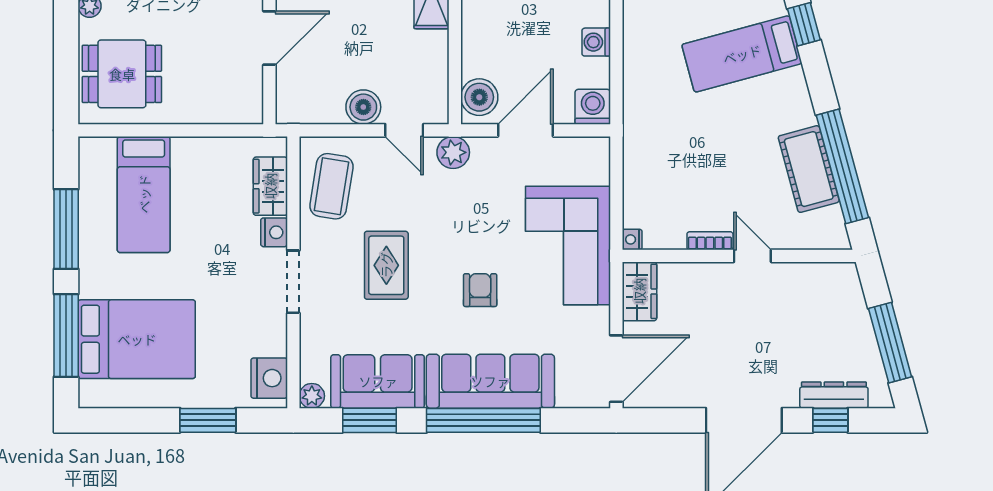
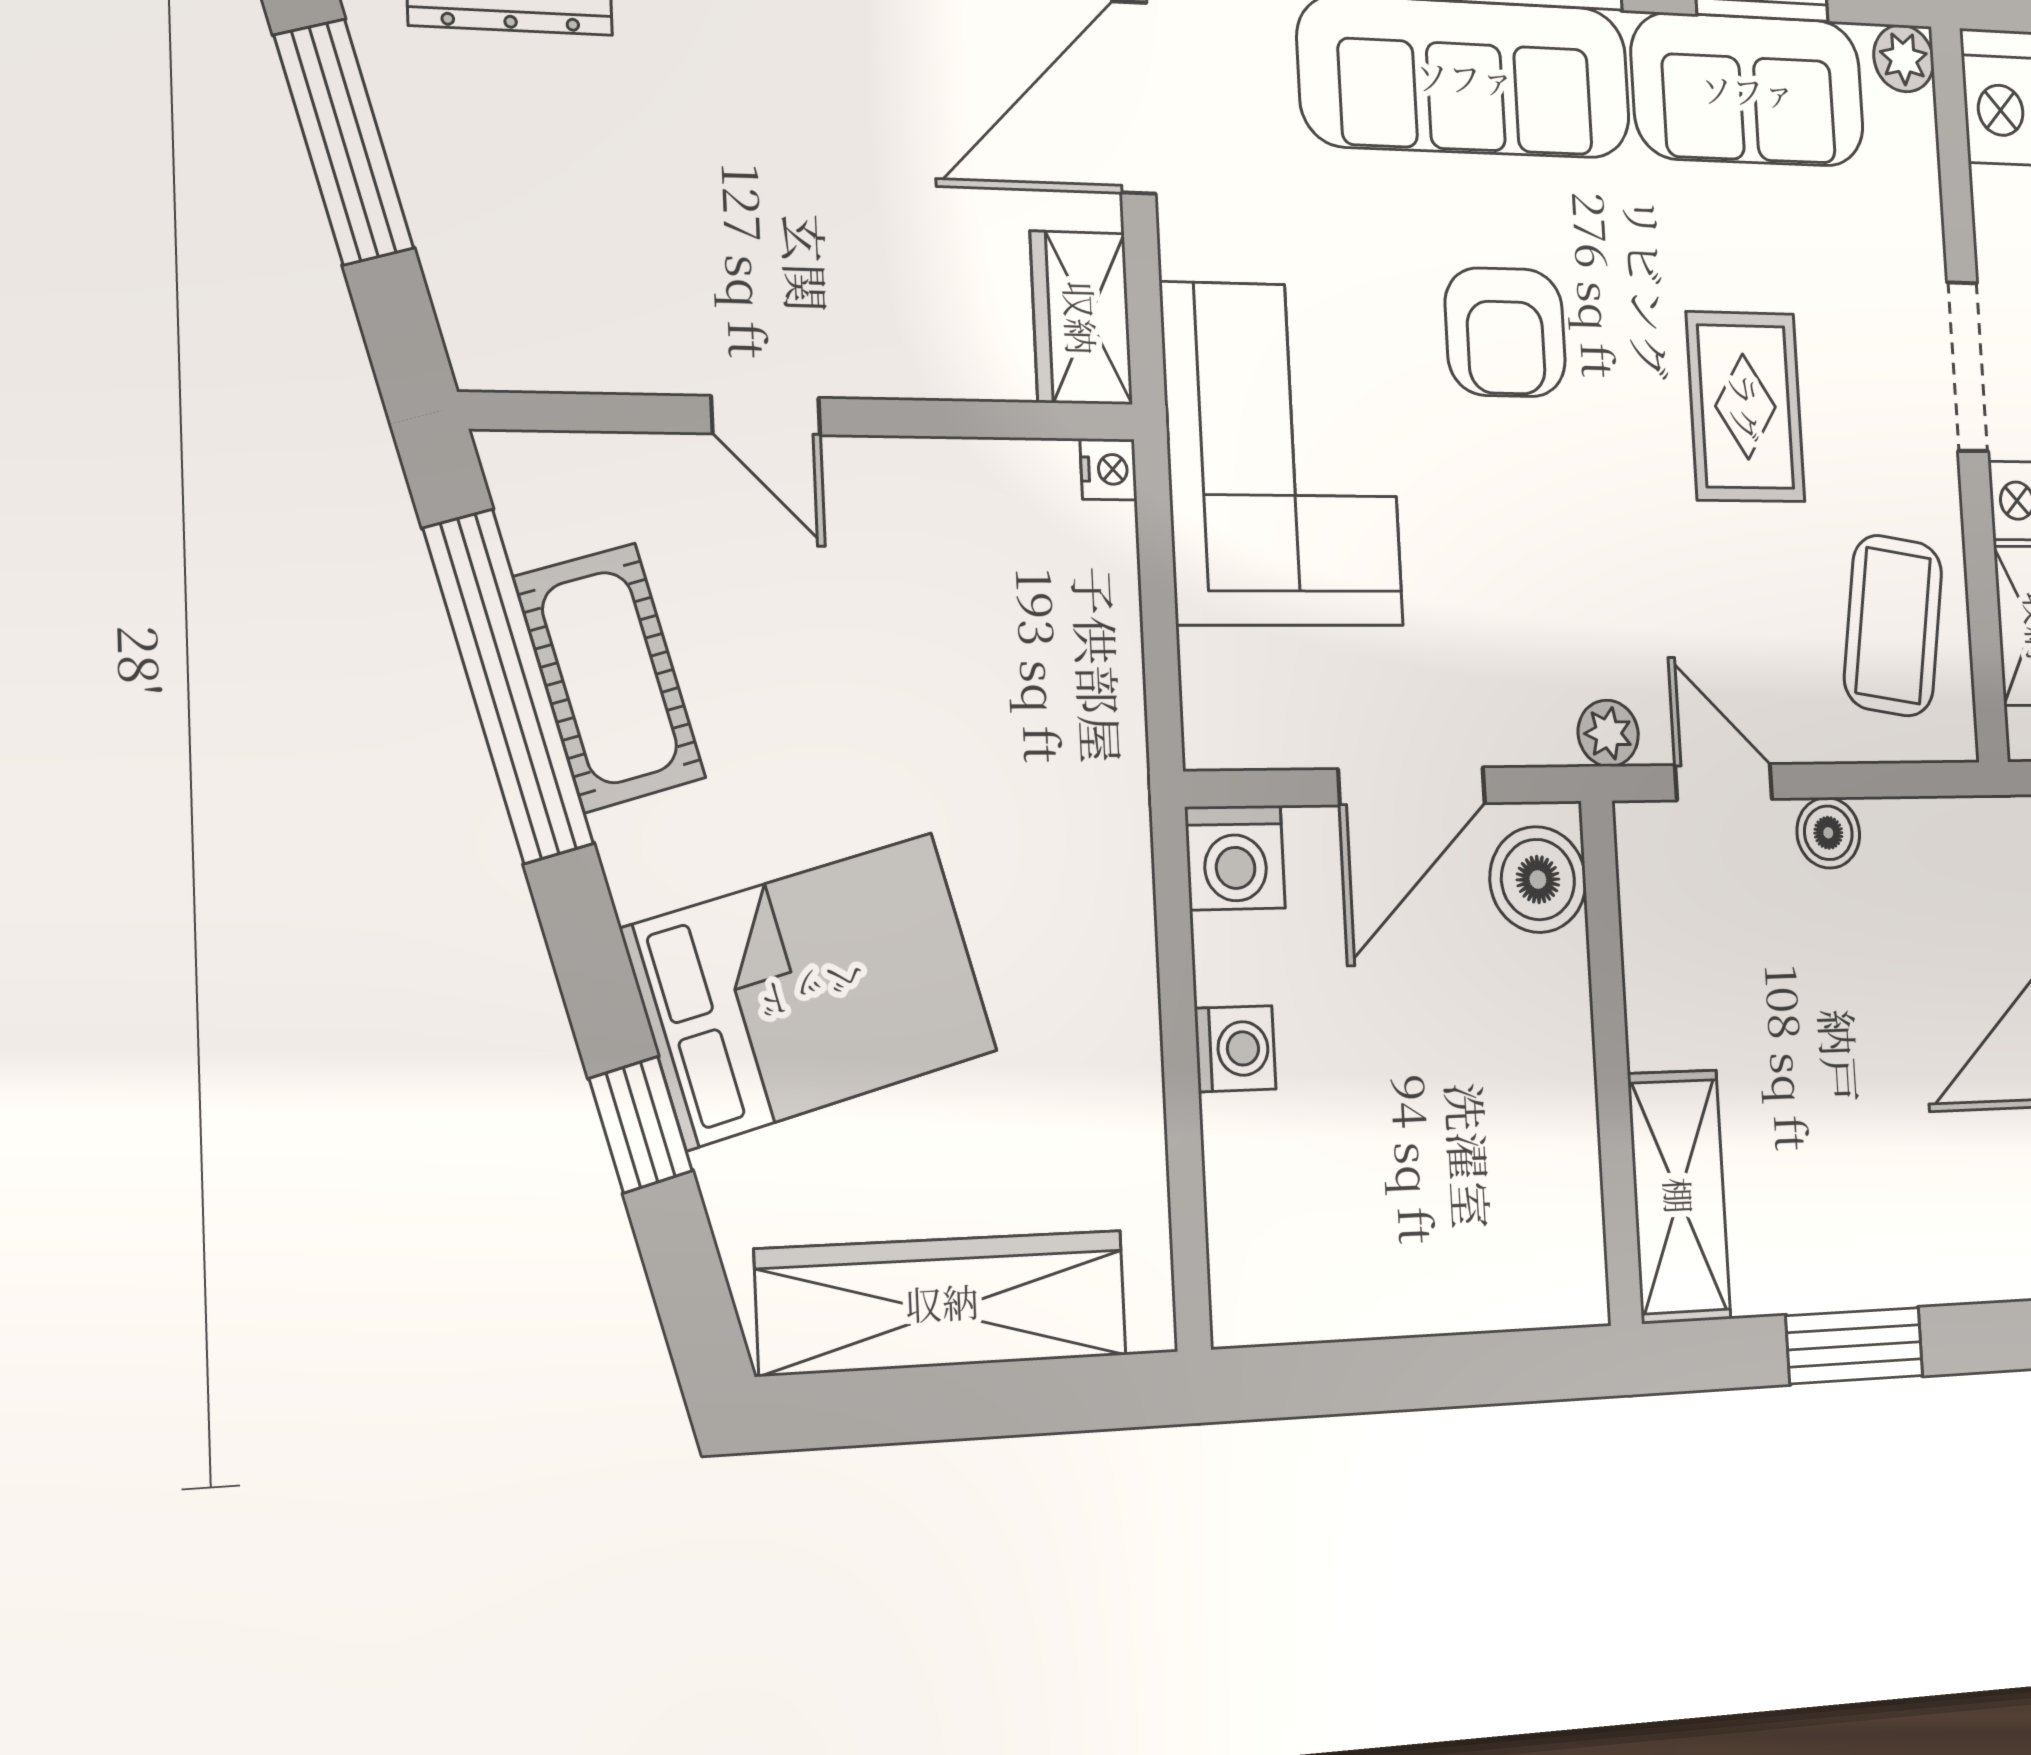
bed: (742, 54) -> (810, 990), width x1.50
boiler: (363, 107) -> (1828, 833), width x0.73, depth x0.73
plant: (453, 152) -> (1608, 733), width x0.73, depth x0.73
bookcase: (710, 241) -> (890, 463), removed
armchair: (480, 290) -> (1505, 332), width x1.38, depth x1.38

